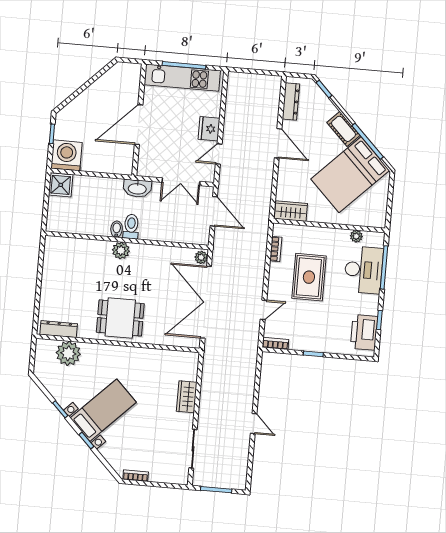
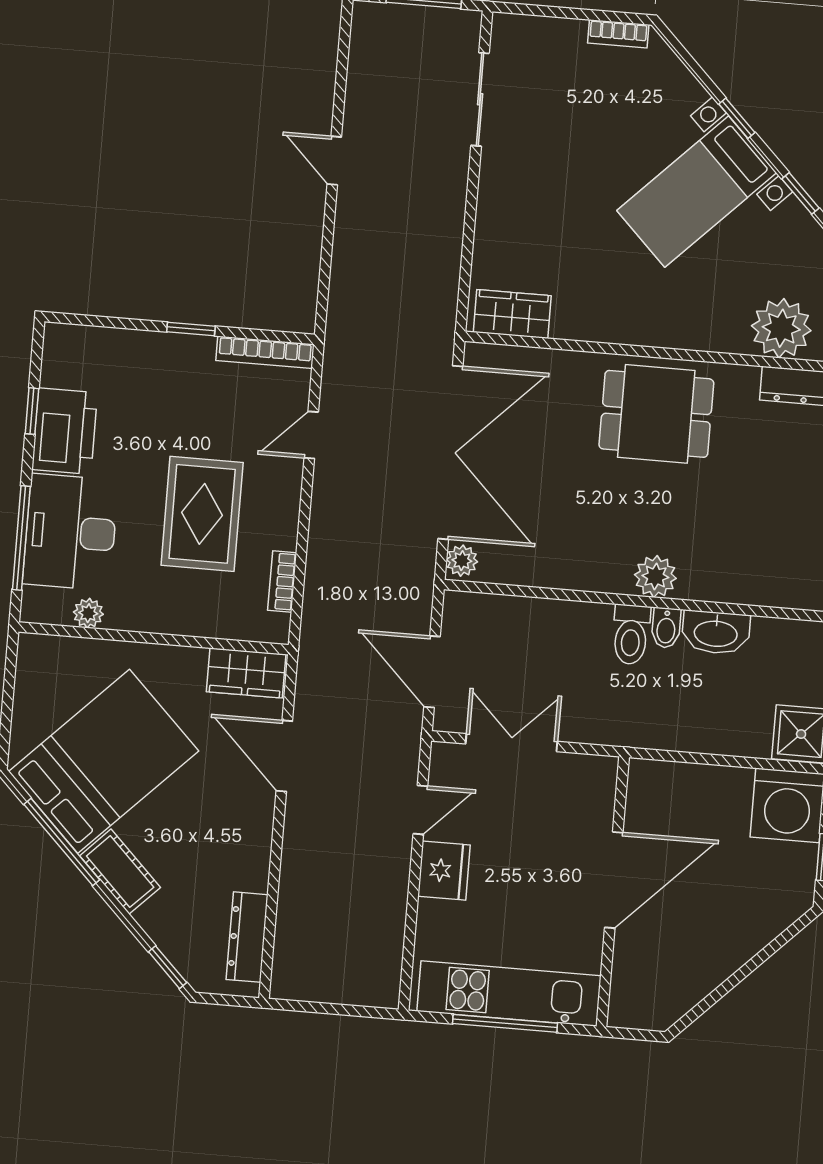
door: (278, 143) -> (284, 756), moved
washbasin: (137, 188) -> (716, 633), moved, turned 180
printer: (364, 332) -> (65, 431), moved
bookcase: (275, 343) -> (265, 352), width x1.56
wardrobe: (187, 397) -> (512, 314), moved, turned -90

